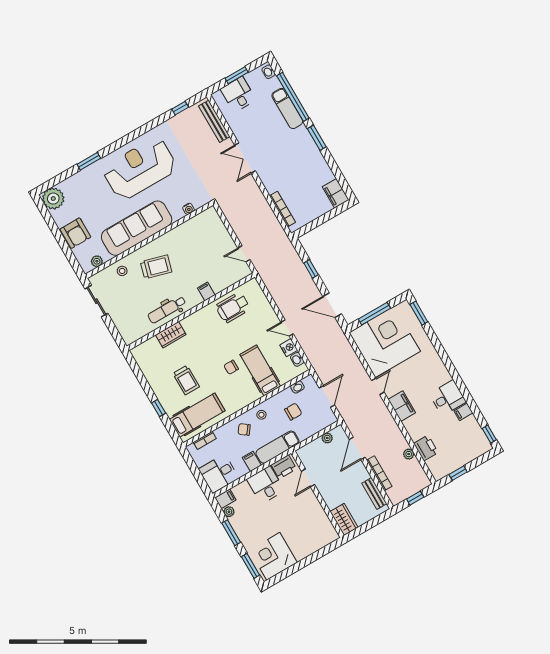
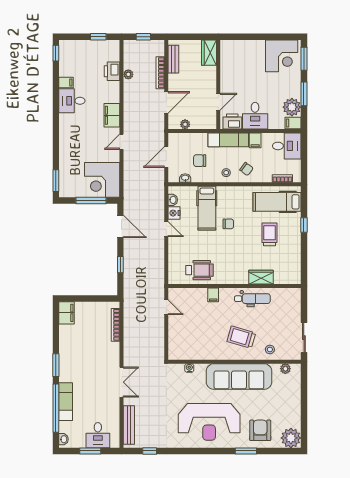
armchair: (75, 233) -> (260, 430), moved
corner desk: (385, 342) -> (102, 180), width x0.74, depth x0.74
plant: (229, 512) -> (292, 107), width x1.88, depth x1.88

